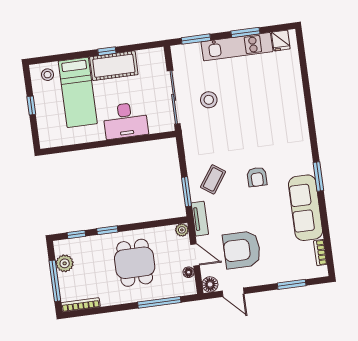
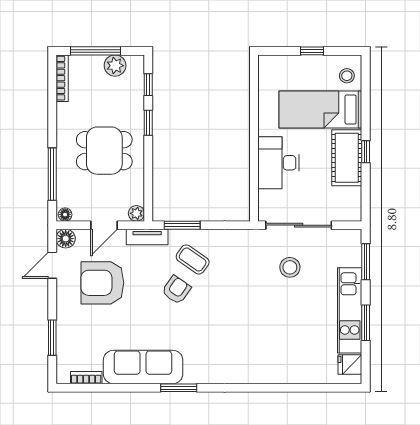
armchair: (257, 177) -> (176, 290), moved, turned 125
armchair: (242, 250) -> (102, 283), turned -90
floor lamp: (189, 272) -> (65, 215), moved

